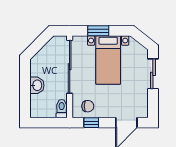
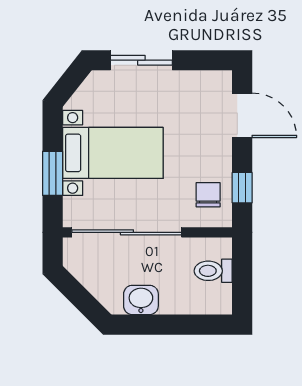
washbasin: (37, 85) -> (141, 300), moved
toilet: (62, 109) -> (213, 271), moved

